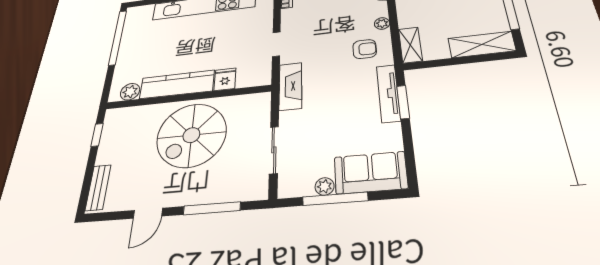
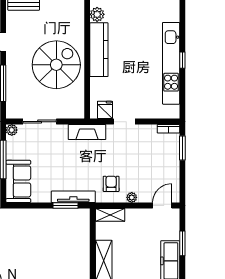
armchair: (365, 49) -> (111, 184), turned 180
fridge: (225, 79) -> (105, 110), moved, turned -90
spiral stairs: (191, 135) -> (56, 65), turned 90
plant: (325, 186) -> (12, 130), moved

